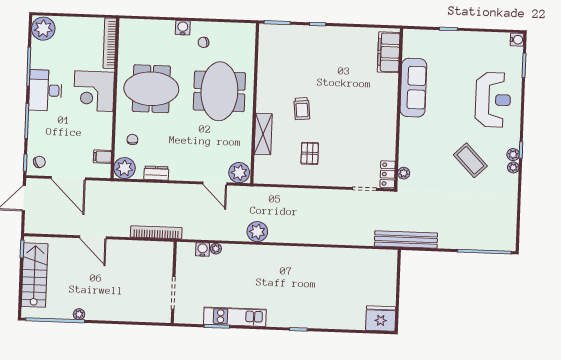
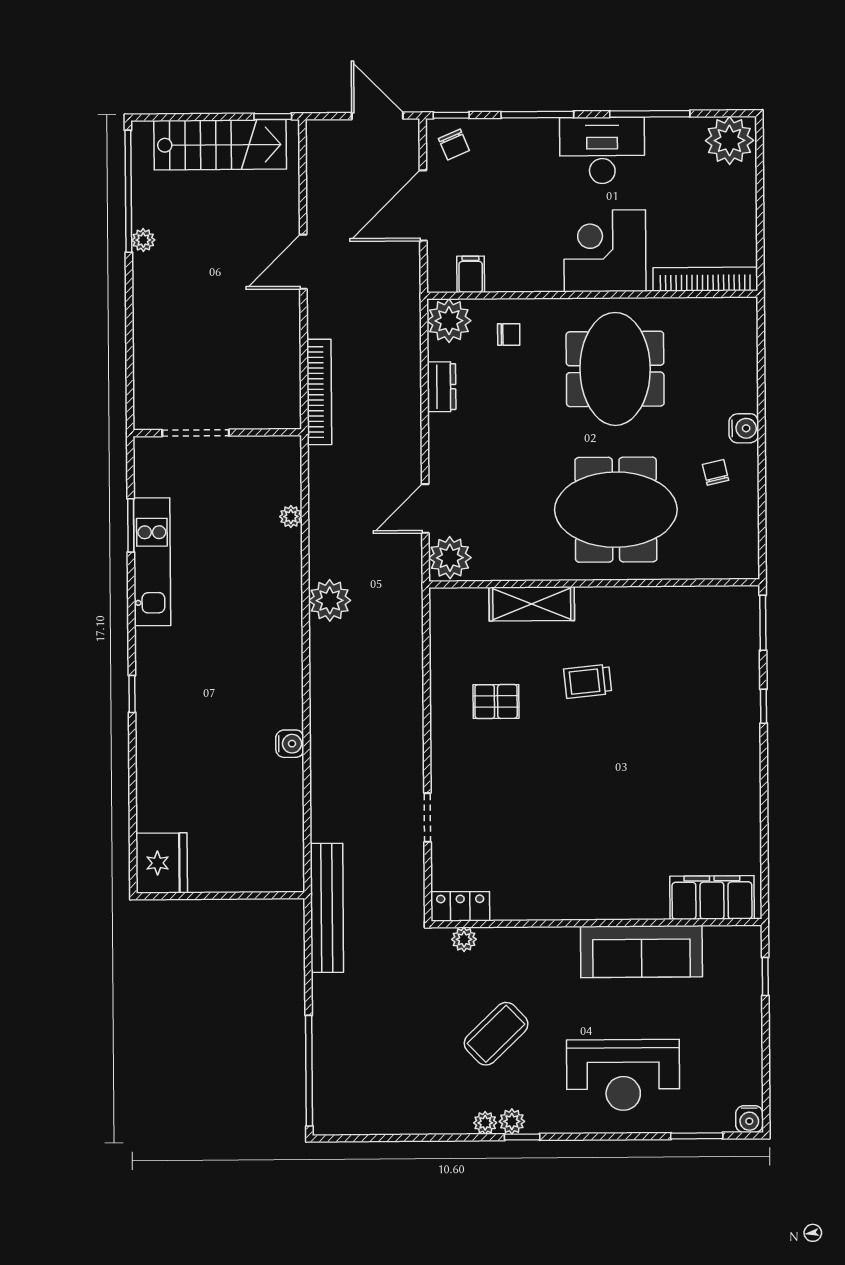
filing cabinet: (389, 52) -> (712, 898), moved
sofa: (413, 88) -> (641, 952), moved
wall: (399, 109) -> (597, 923), moved
plant: (404, 173) -> (464, 939), moved
locker: (388, 174) -> (460, 906), moved
water cooler: (203, 249) -> (290, 744), moved

